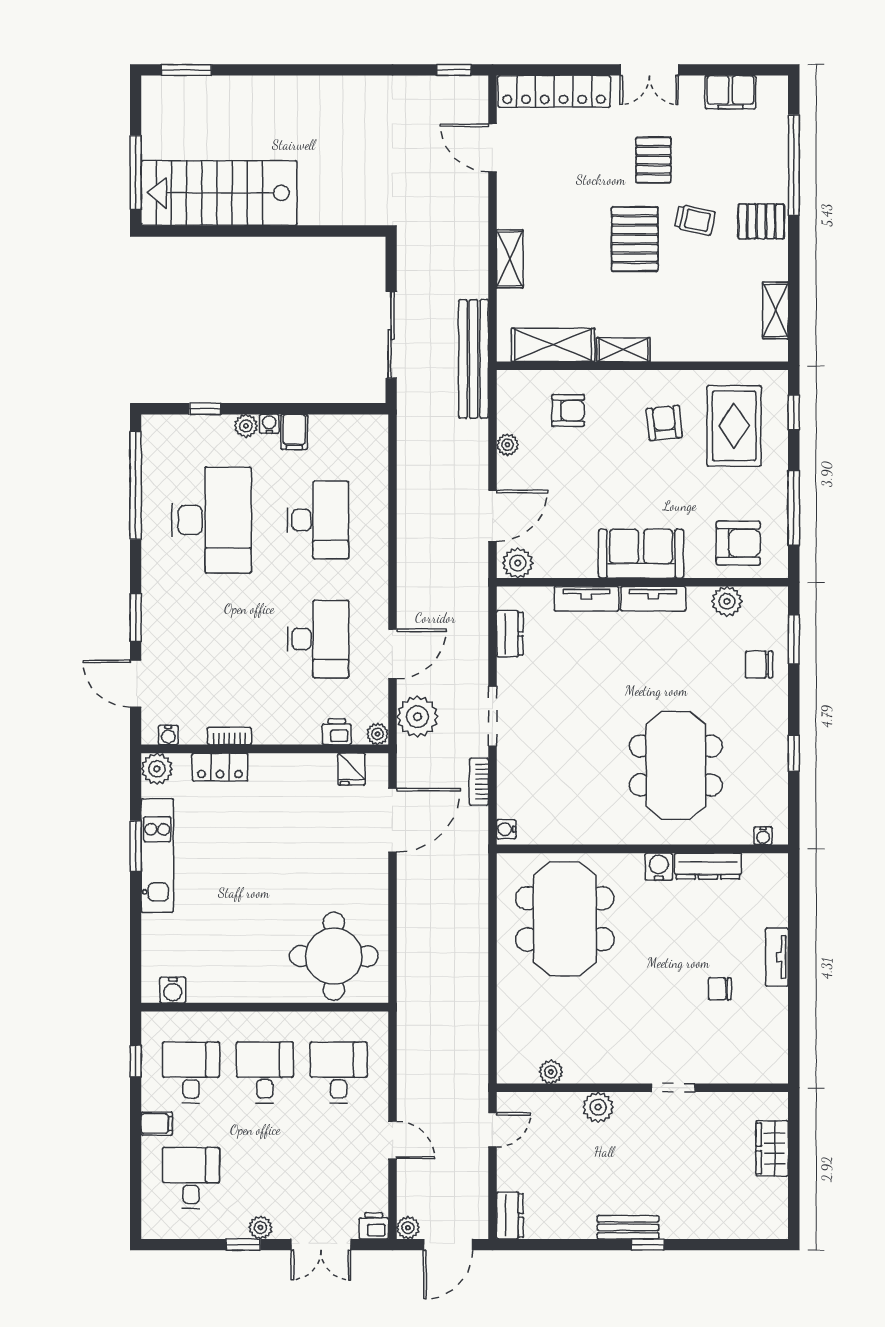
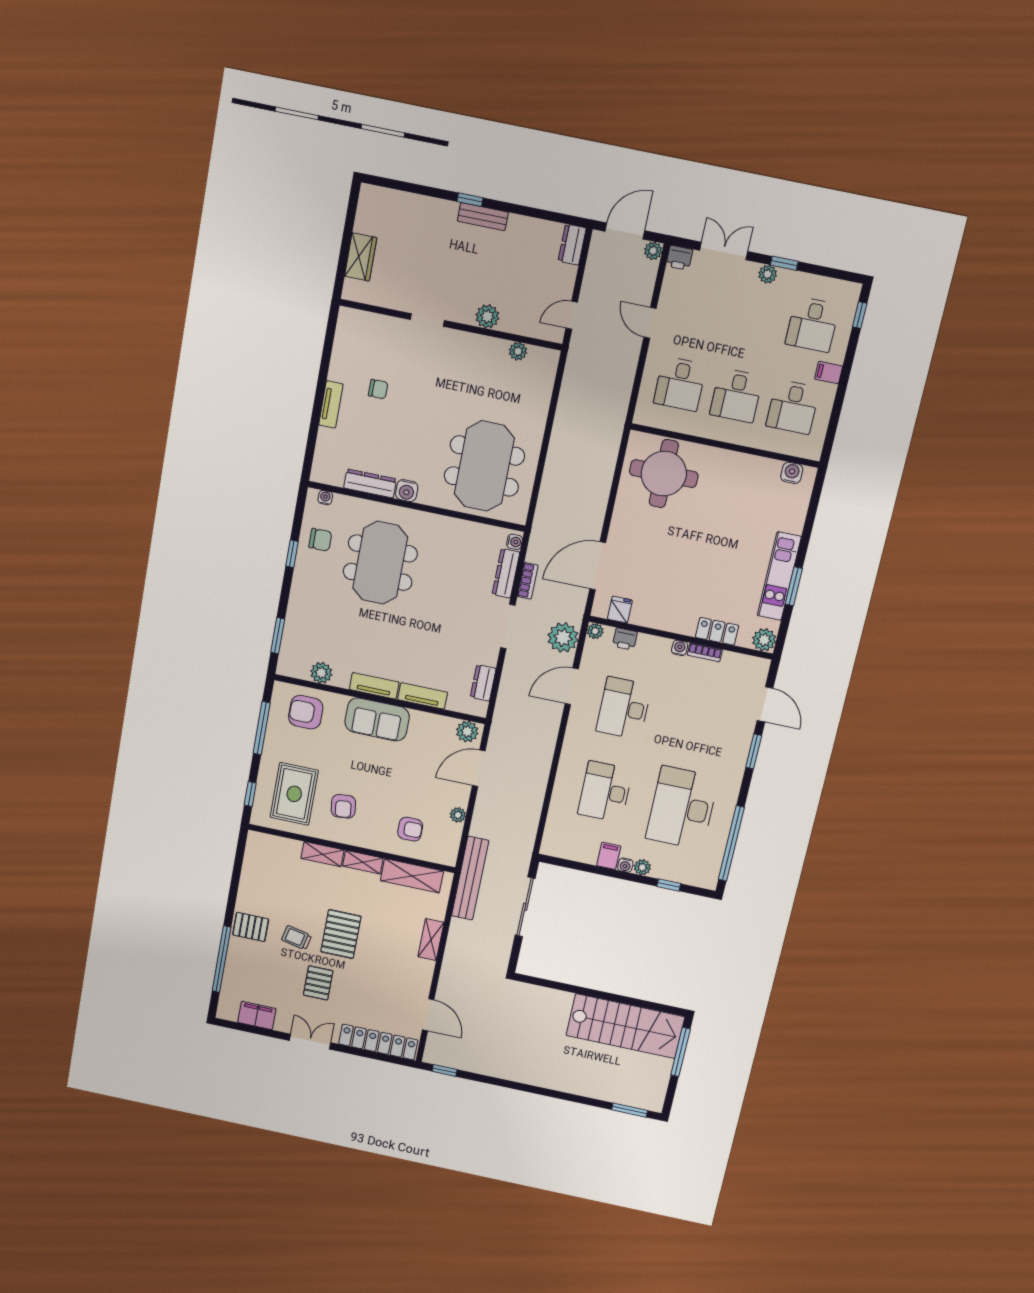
shelving: (775, 310) -> (322, 854), moved, turned 90
armchair: (568, 411) -> (410, 829), turned 180
chair: (759, 665) -> (320, 540), moved
water cooler: (168, 735) -> (680, 648), moved
dresser: (509, 786) -> (506, 573), added
window: (136, 1061) -> (860, 315), moved

